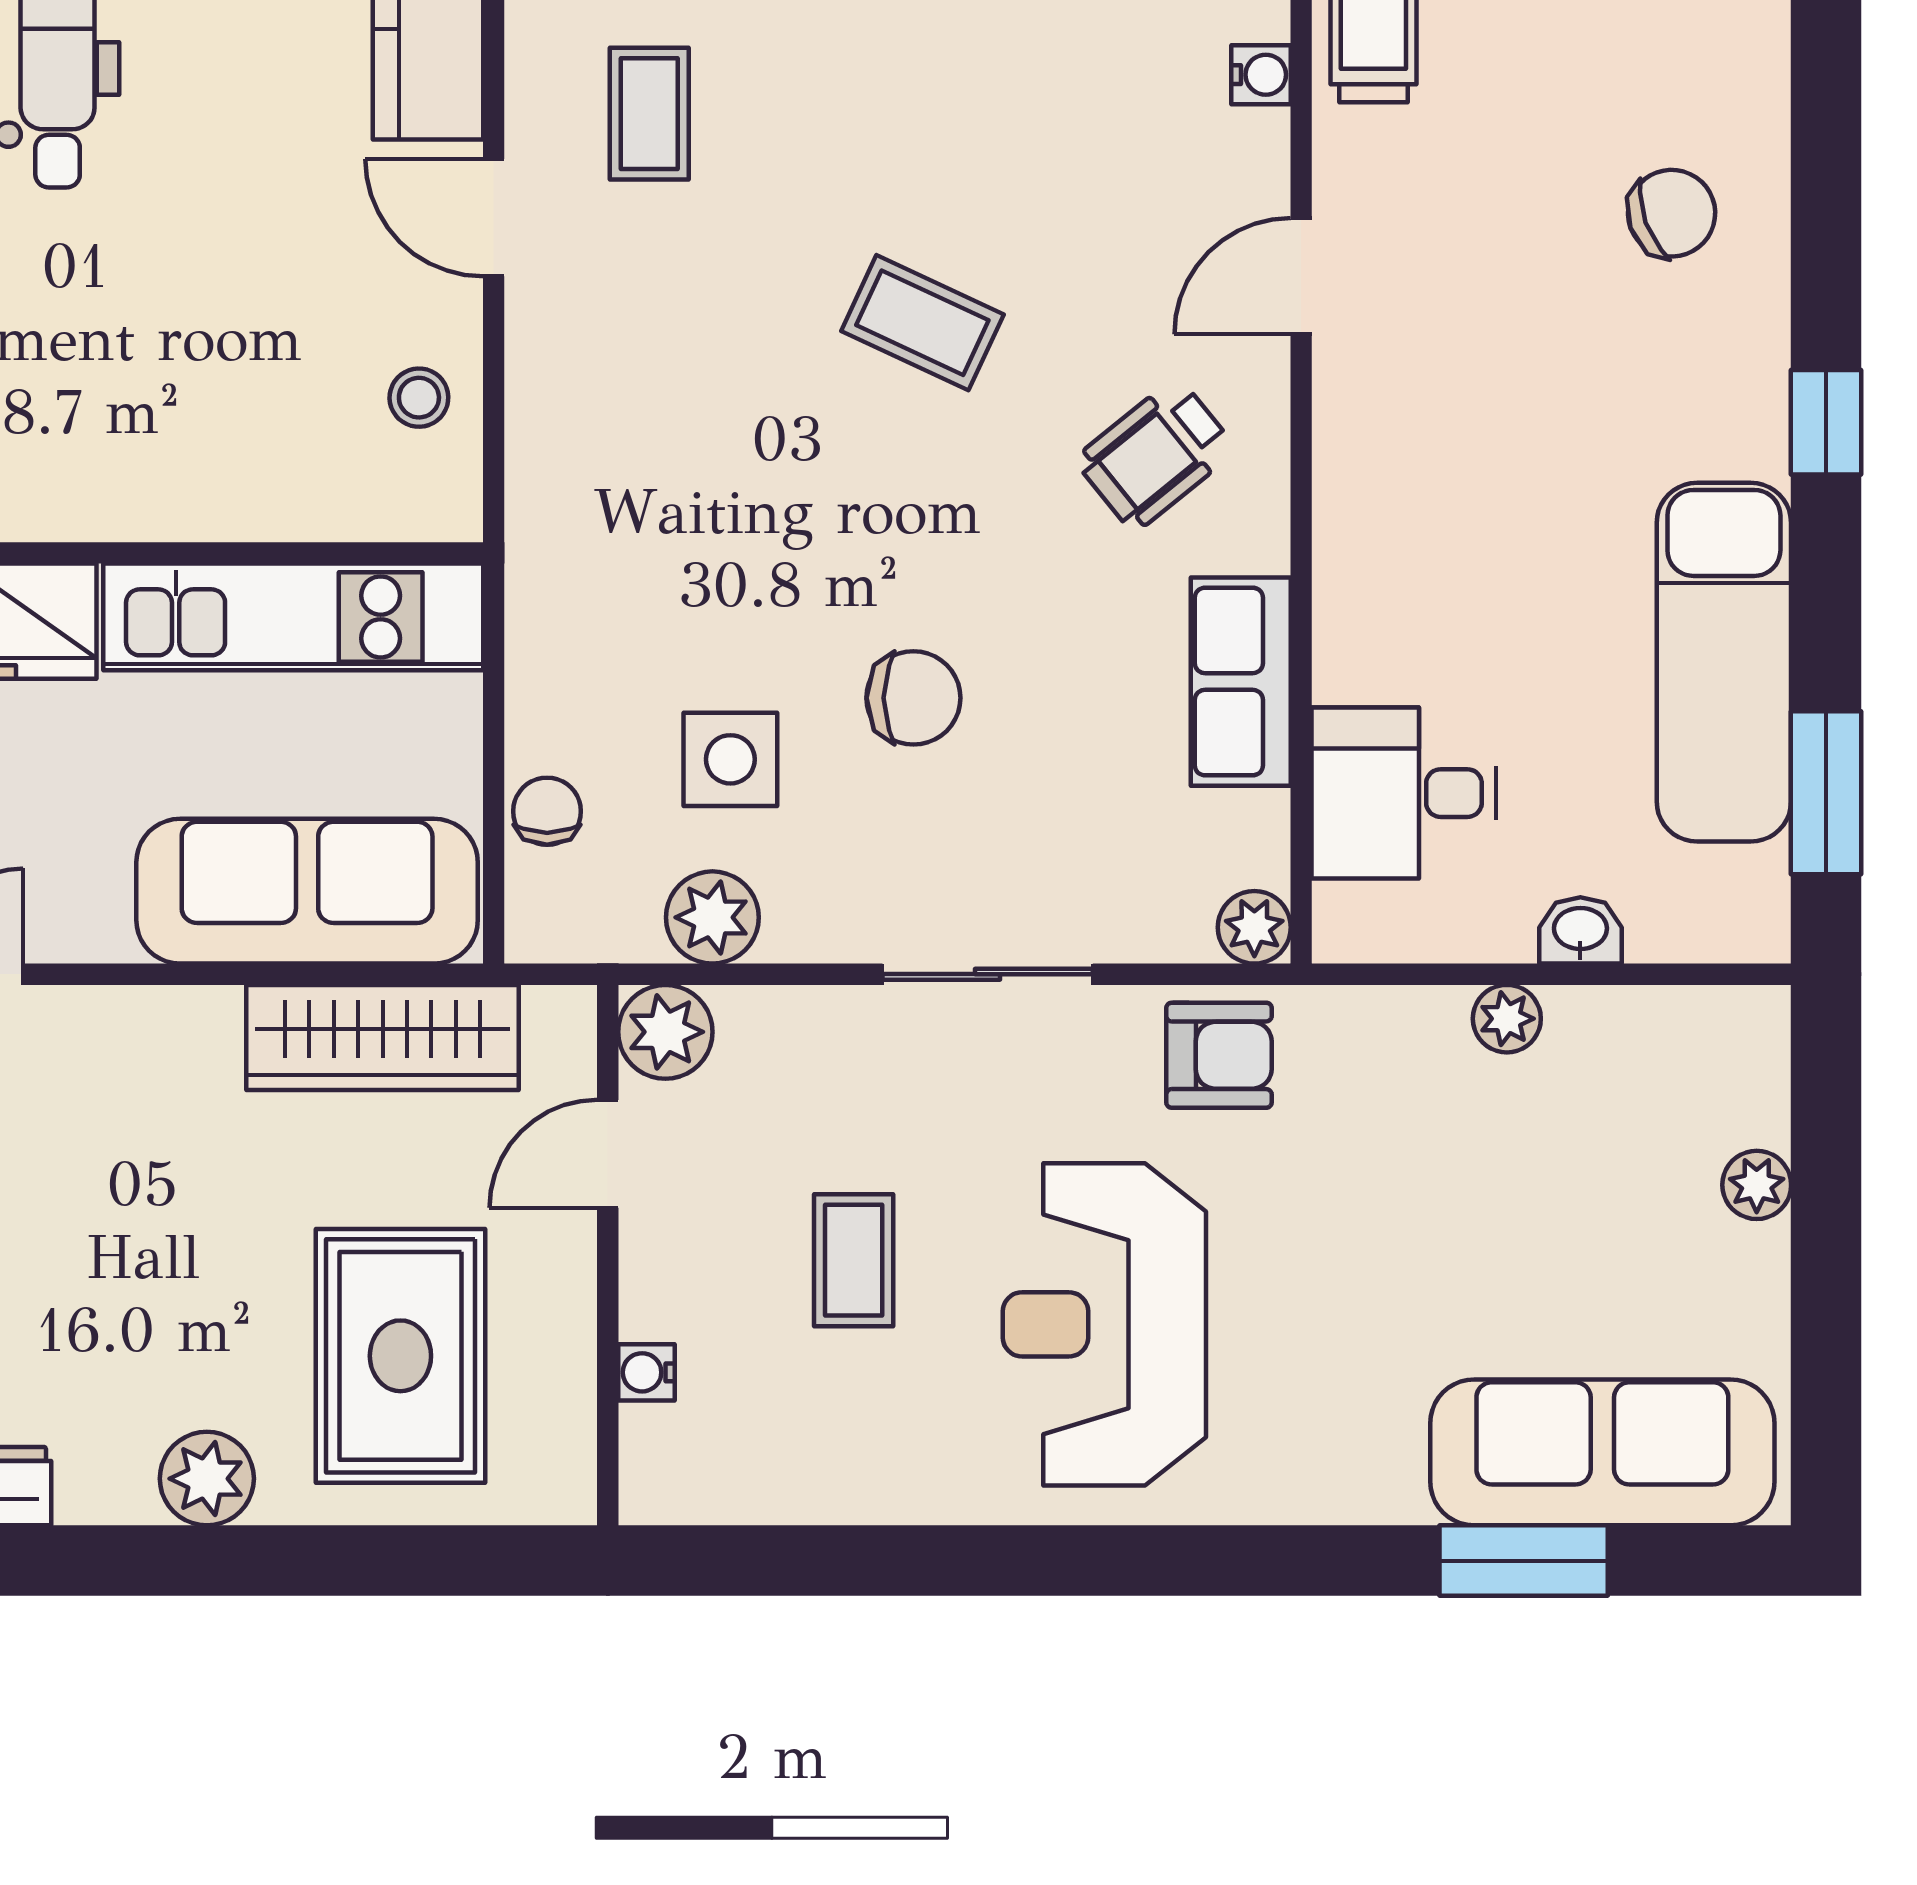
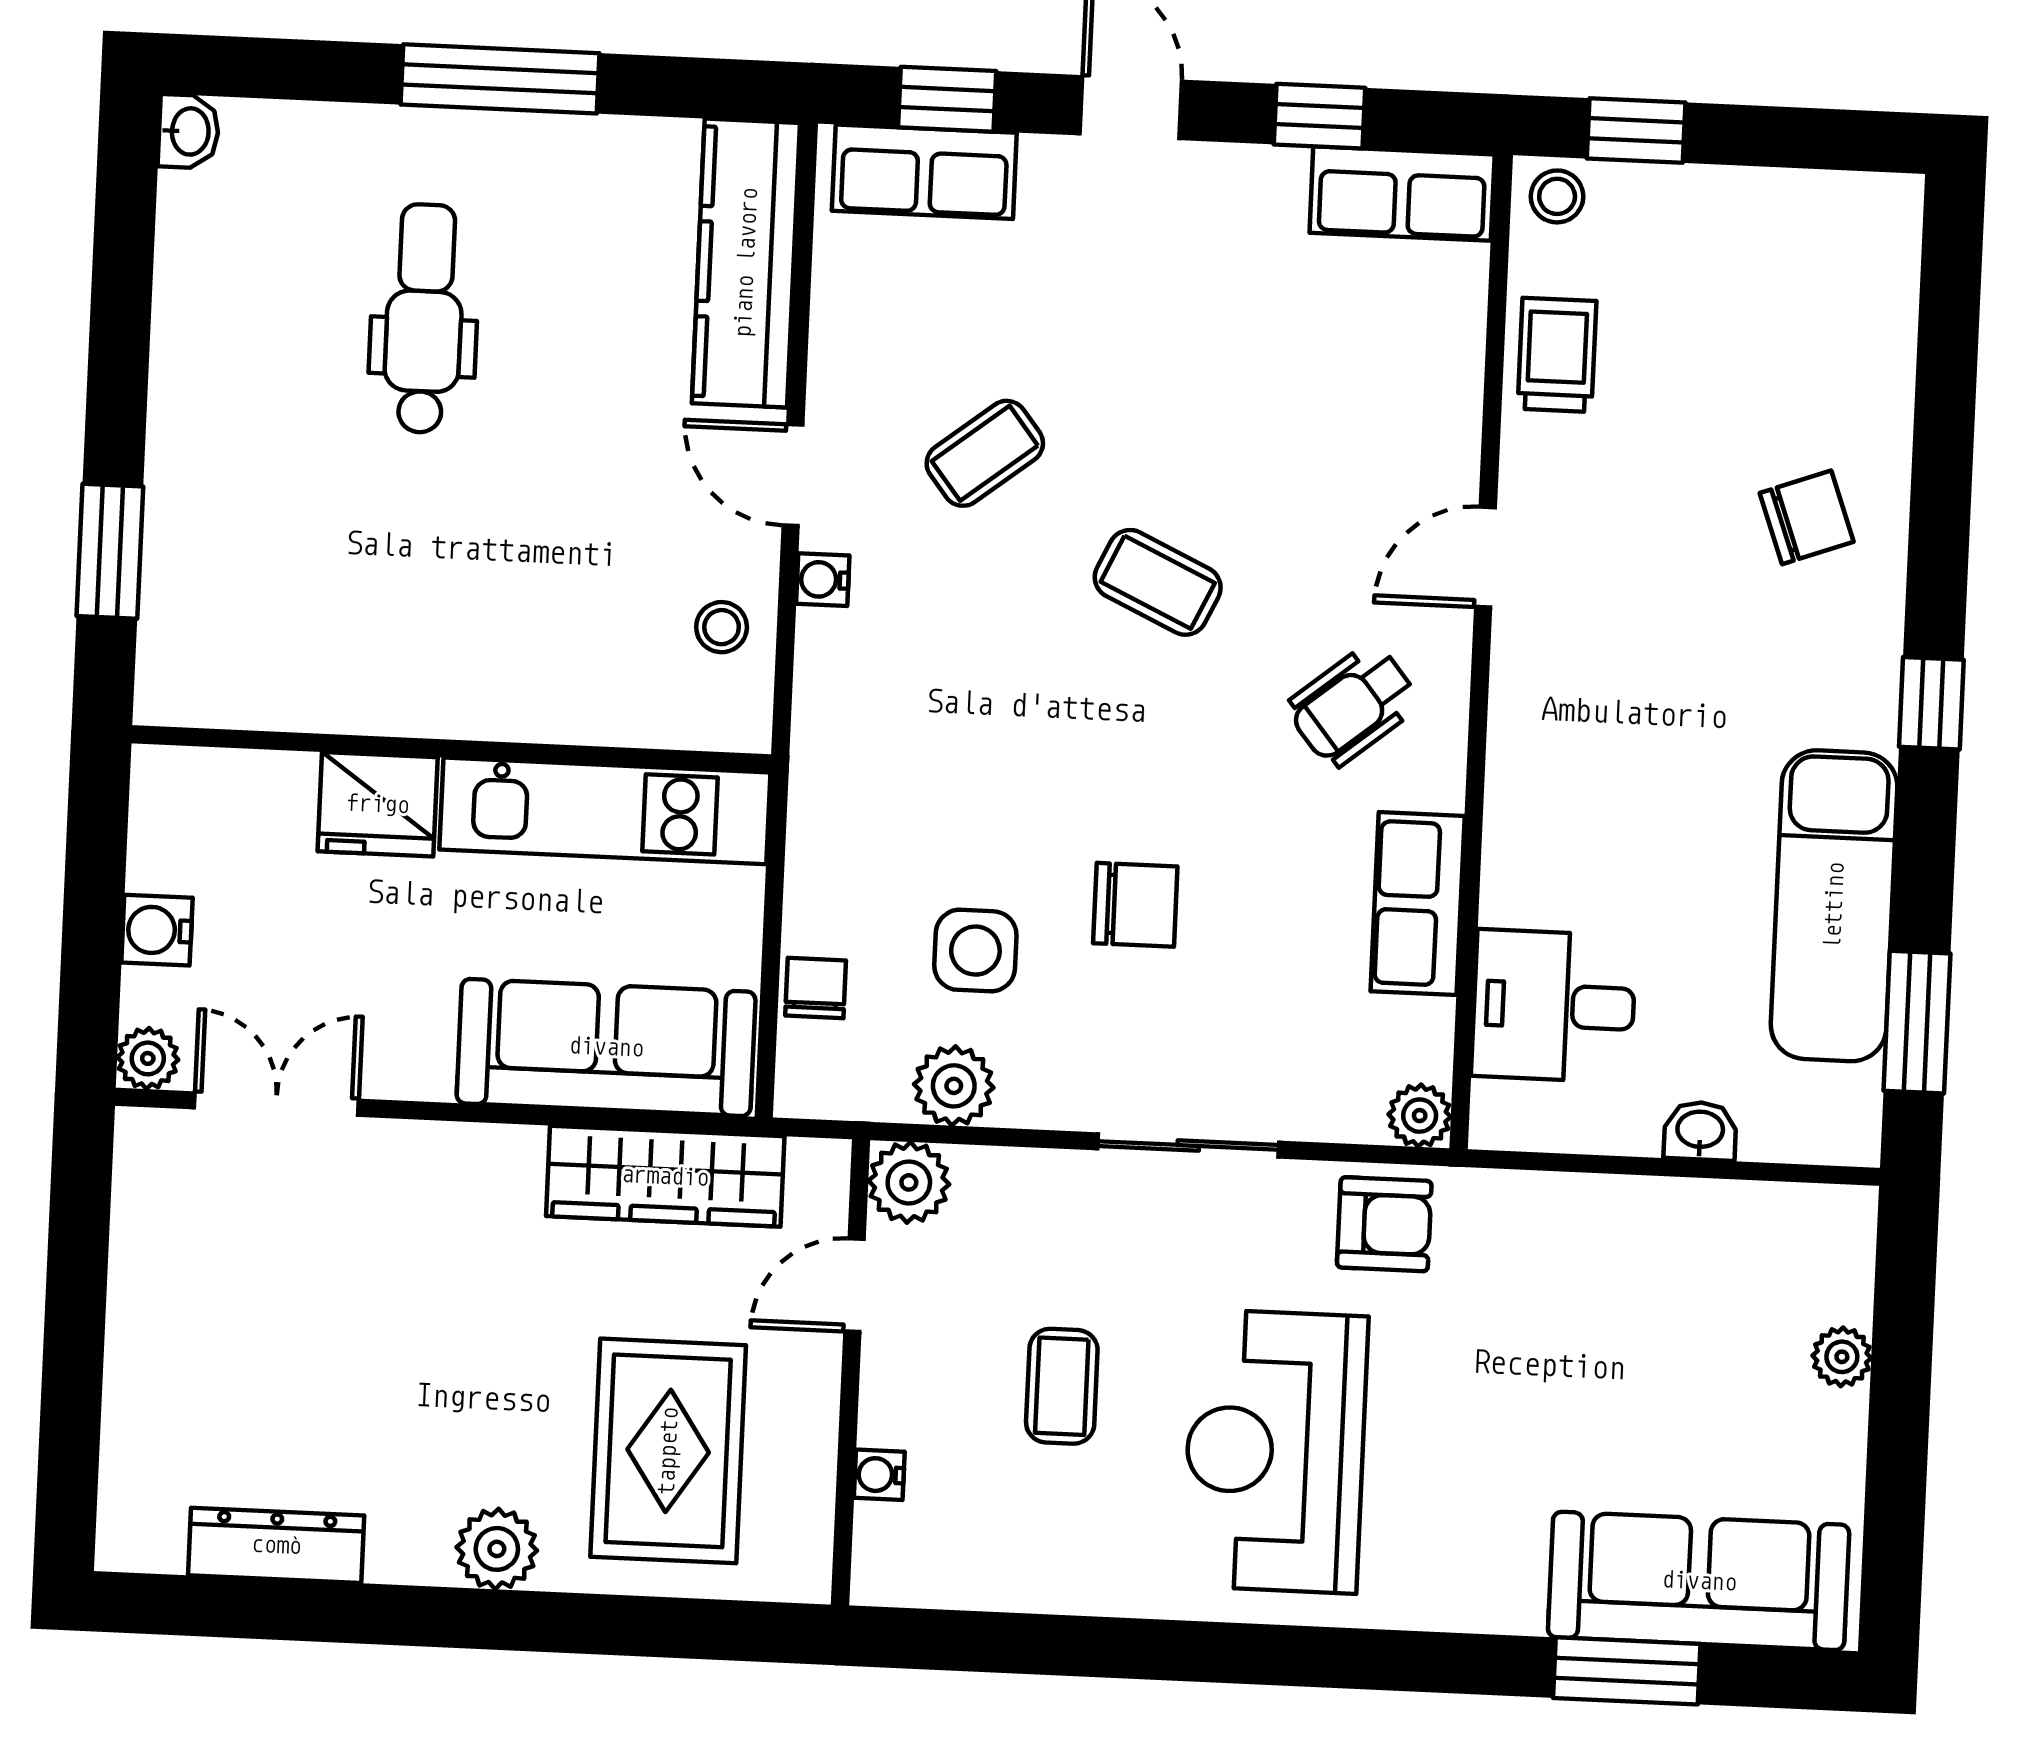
water cooler: (1261, 75) -> (823, 580), moved, turned 180
coffee table: (649, 114) -> (985, 453), moved, turned 52
plant: (1507, 1019) -> (1633, 1204), removed

